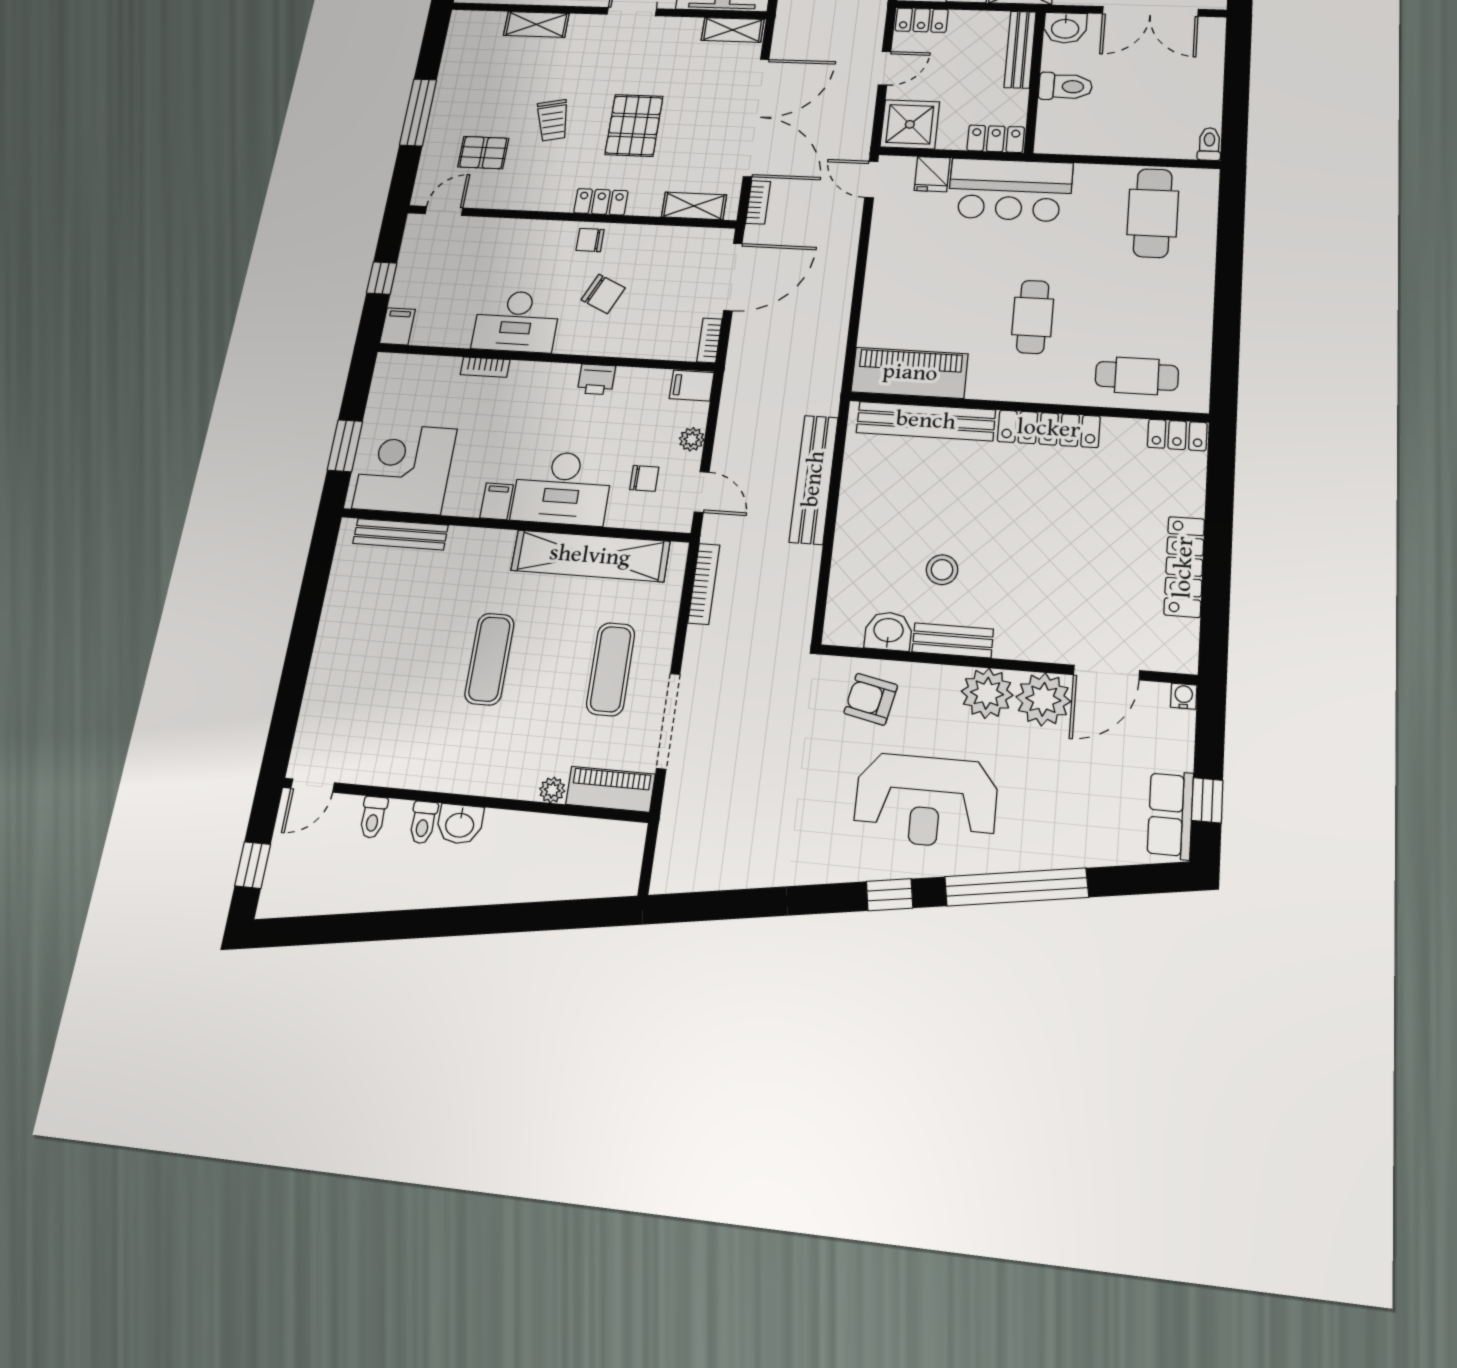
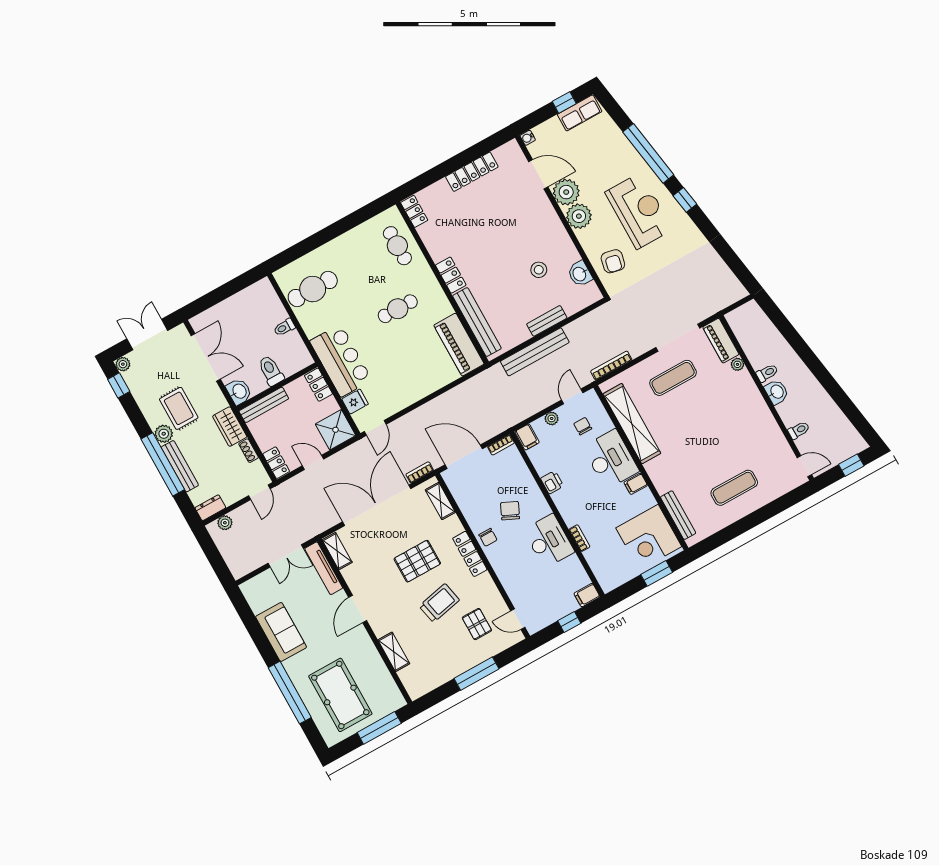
trolley: (553, 120) -> (439, 603), width x1.36, depth x1.39
toilet: (1209, 144) -> (284, 327), moved
locker: (601, 202) -> (470, 554), width x1.53
locker: (1049, 429) -> (451, 275), width x0.66
bench: (953, 640) -> (547, 321), moved, turned 90
exercise mat: (489, 659) -> (734, 488), moved
toilet: (423, 822) -> (767, 373), moved

